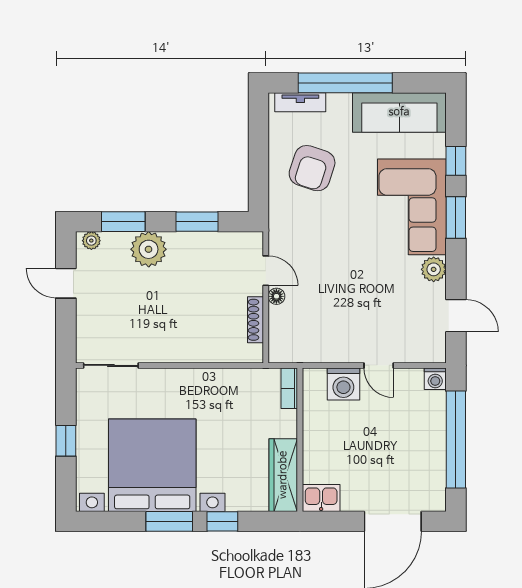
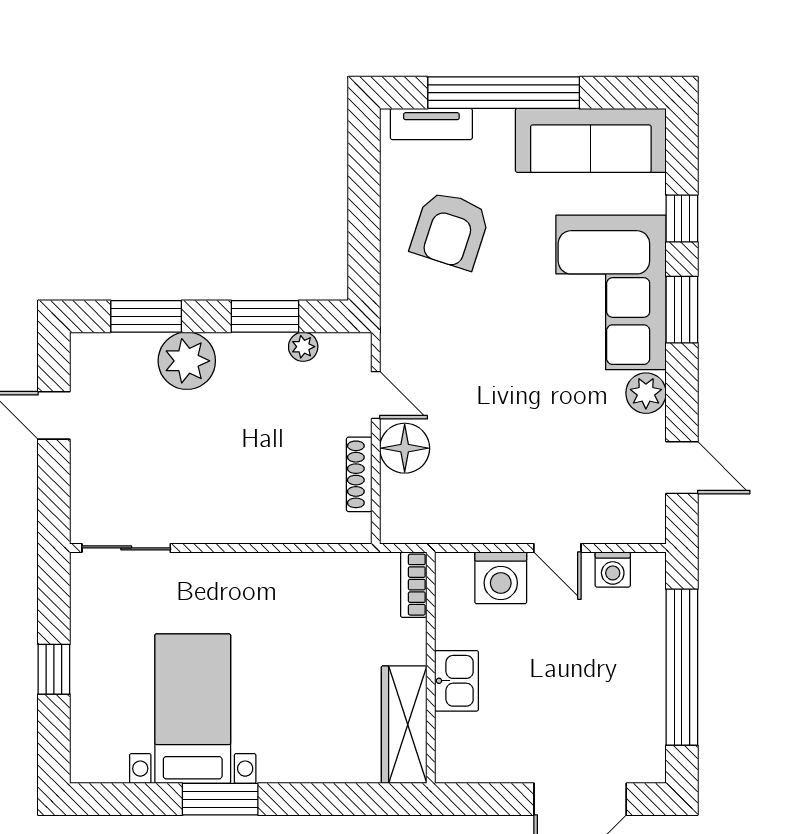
plant: (91, 241) -> (303, 347), moved
floor lamp: (276, 296) -> (405, 448), width x1.89, depth x1.89
washing machine: (435, 379) -> (613, 569), moved
bed with nightstands: (152, 465) -> (193, 709), width x0.54
kitchen sink: (321, 498) -> (457, 681), moved, turned 90
window: (222, 521) -> (306, 799), removed

